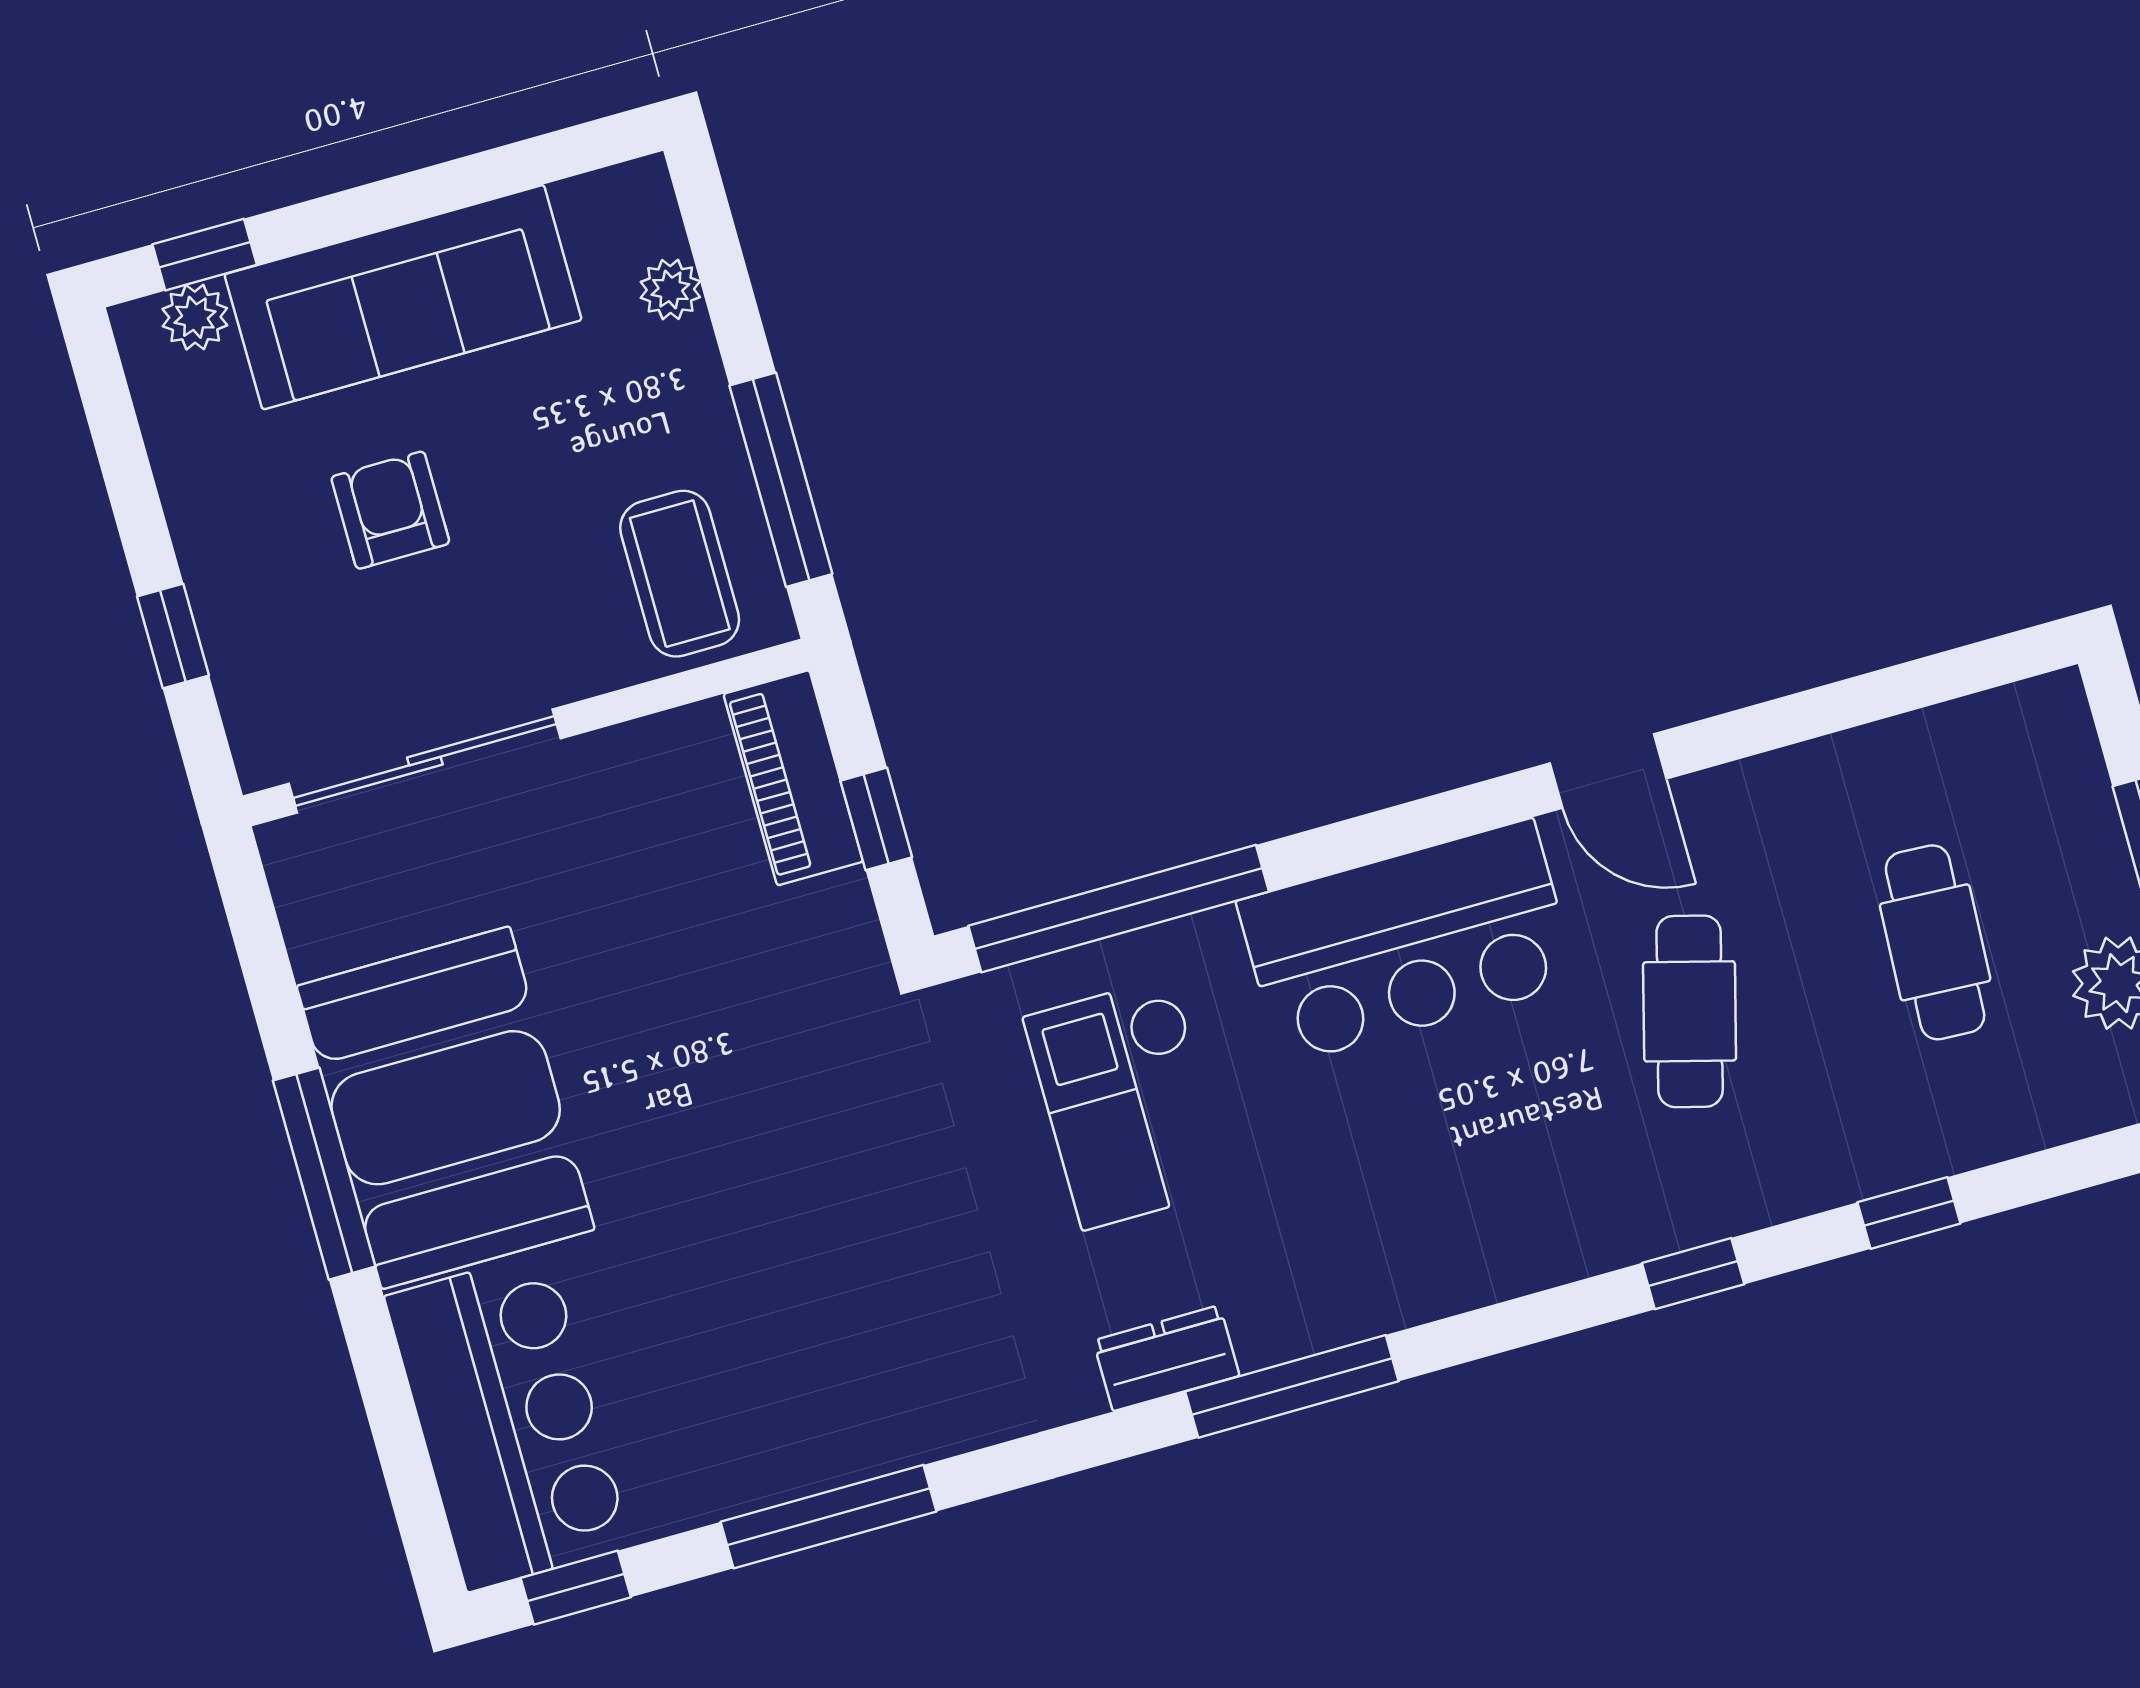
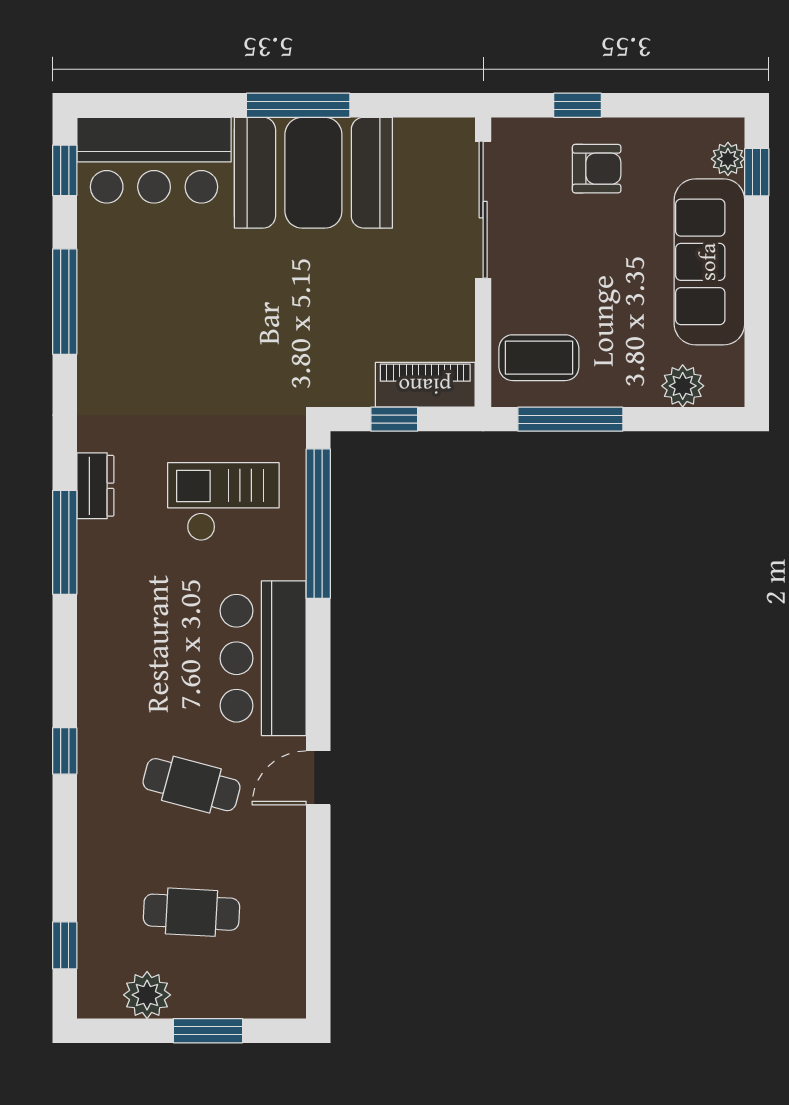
plant: (670, 289) -> (683, 386), width x1.38, depth x1.38
armchair: (390, 510) -> (597, 169), moved
window: (1909, 1213) -> (65, 945), moved

